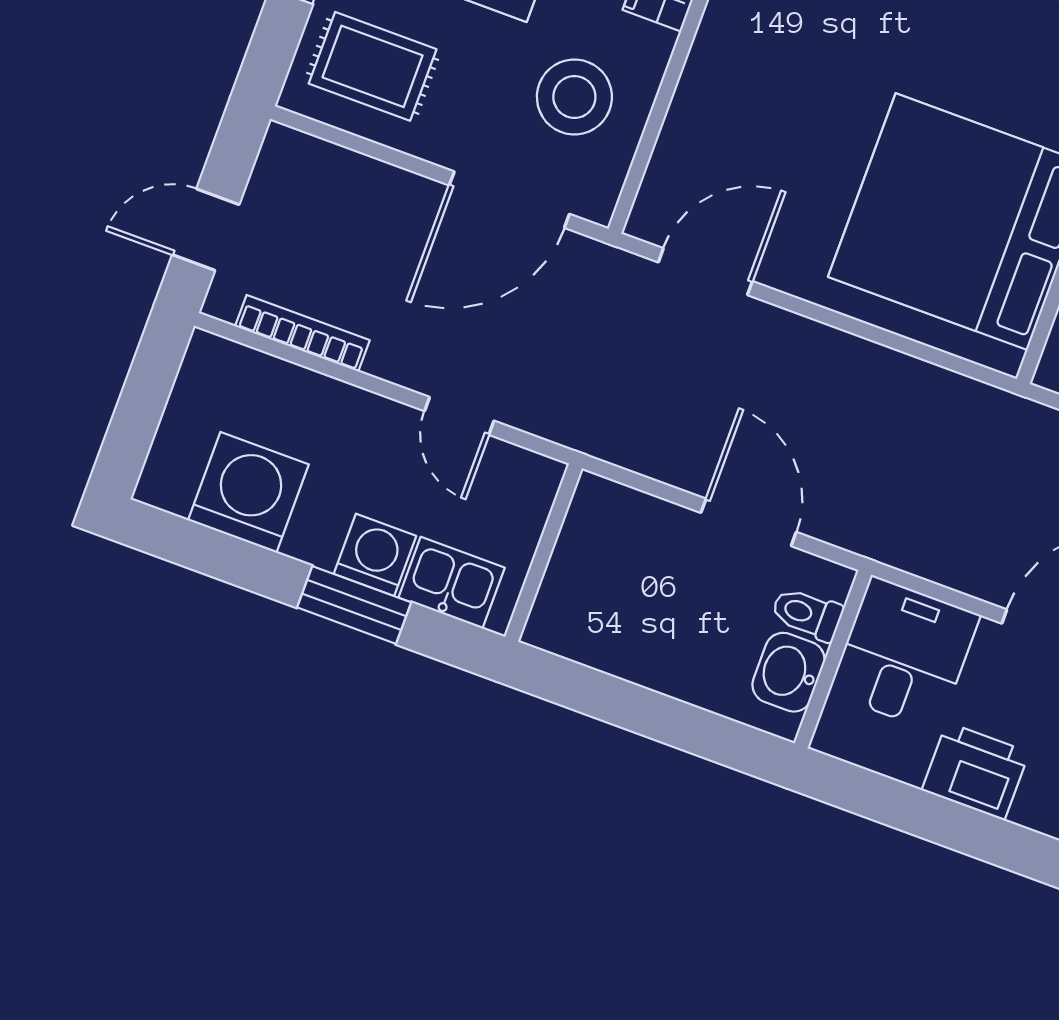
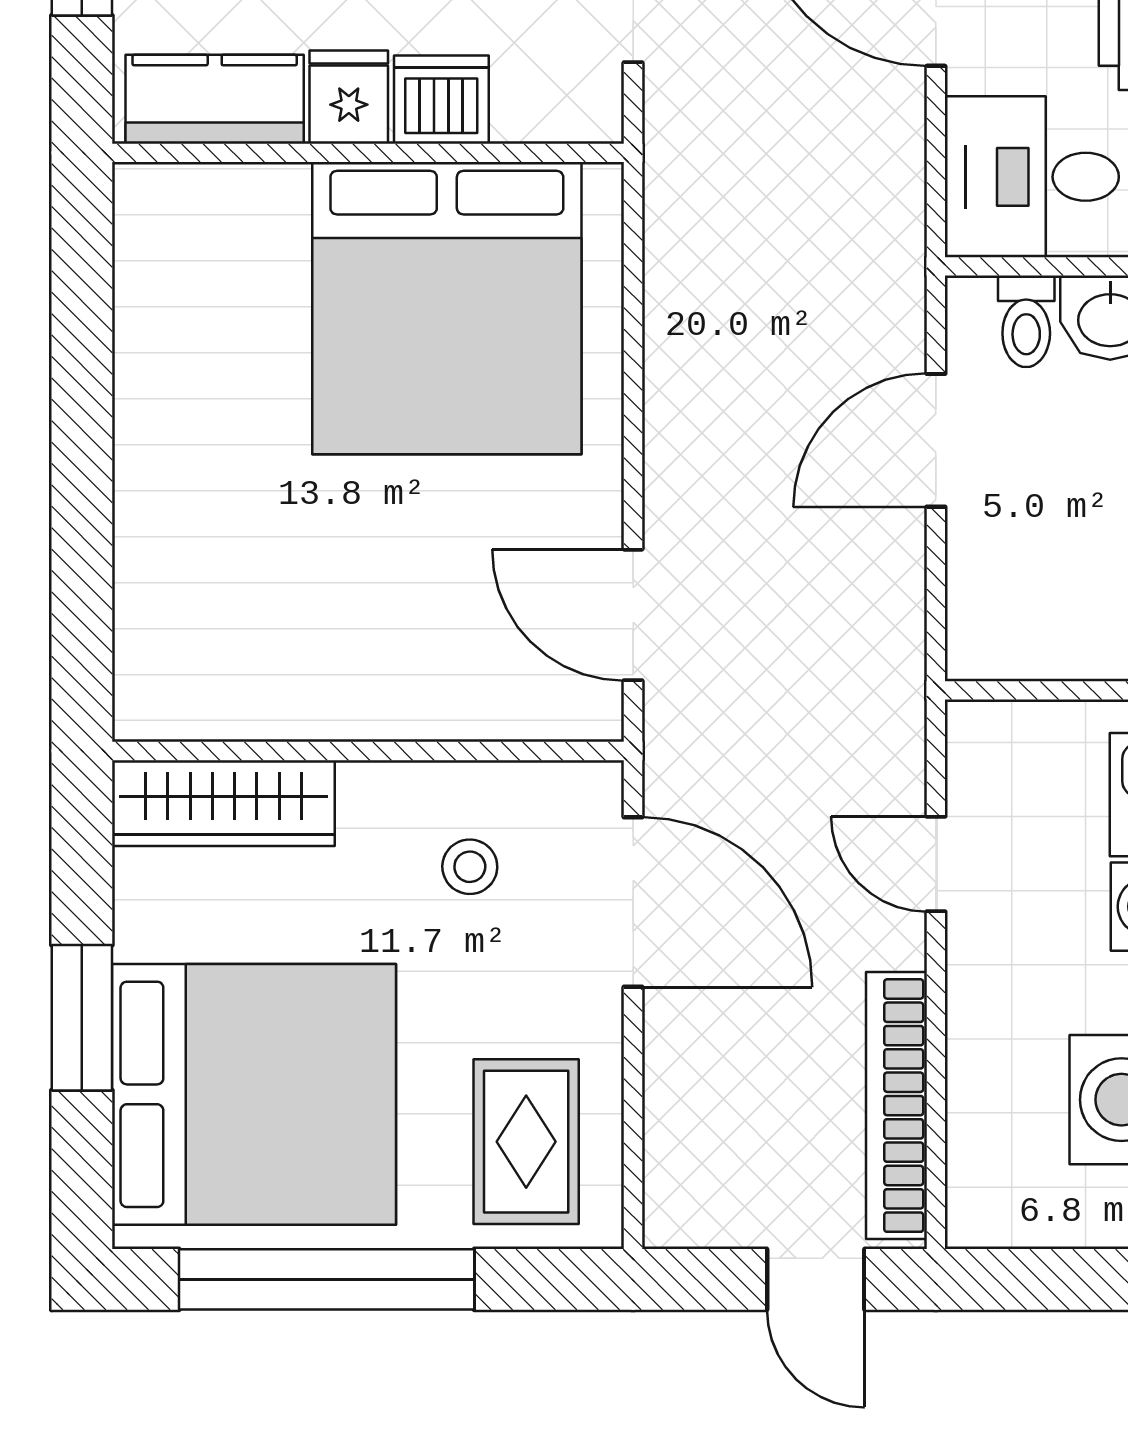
stool: (574, 97) -> (470, 867), width x0.53, depth x0.53
bookcase: (302, 333) -> (896, 1106), width x1.48, depth x1.31
door: (459, 416) -> (936, 864), swing flipped

